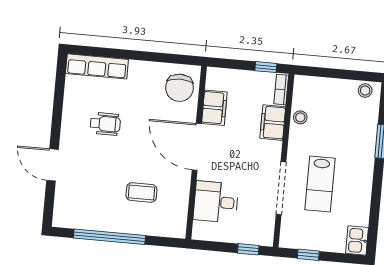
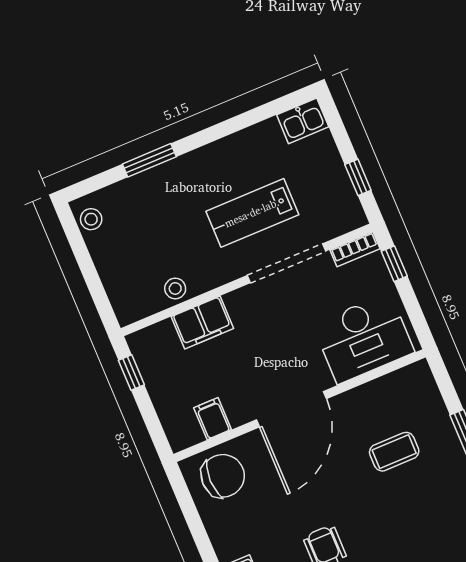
bookcase: (281, 90) -> (355, 249), moved
filing cabinet: (214, 108) -> (213, 419), width x0.50
lab bench: (320, 184) -> (252, 213), turned 180
coffee table: (141, 192) -> (394, 452), turned 90
desk: (216, 202) -> (363, 338), width x1.37

